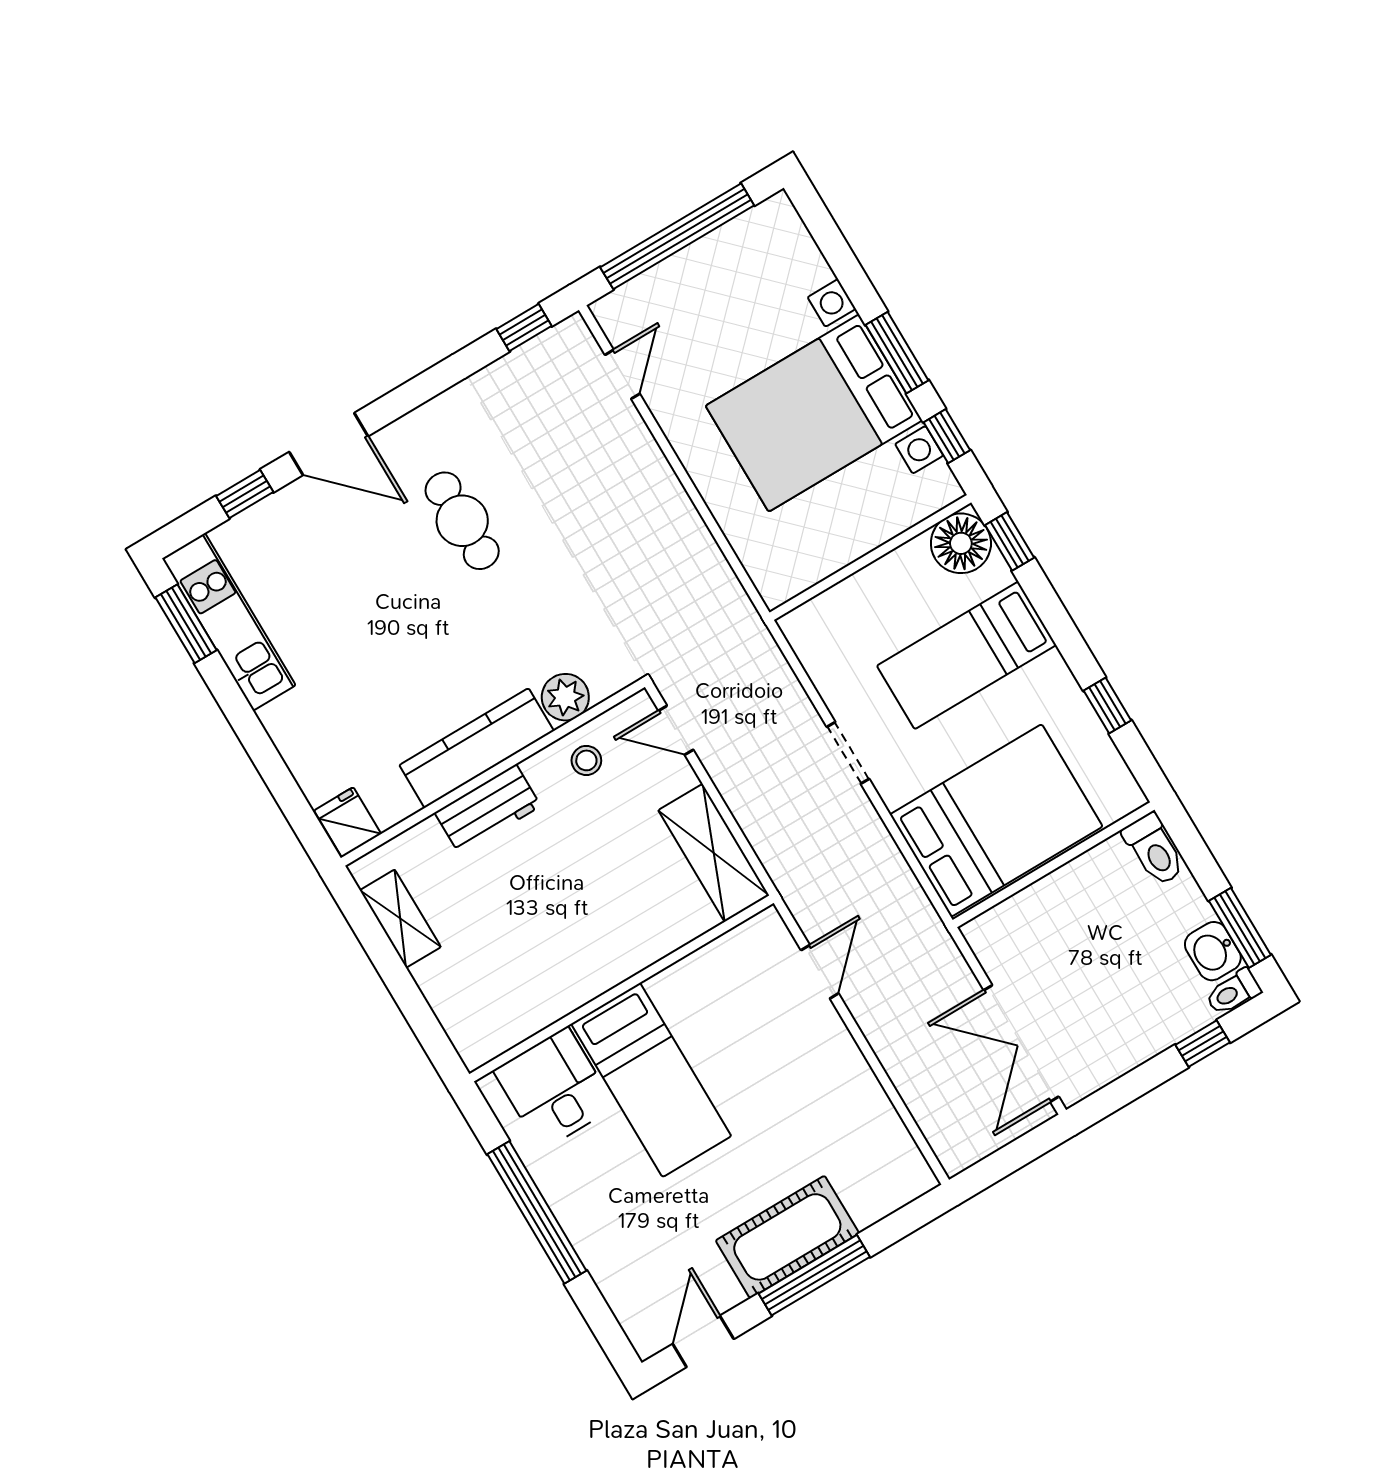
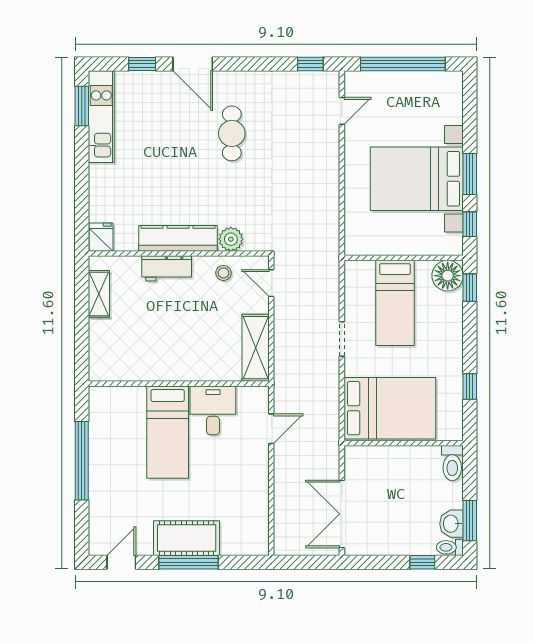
bed: (967, 655) -> (395, 303), moved, turned -90
desk: (554, 1089) -> (213, 410), moved

